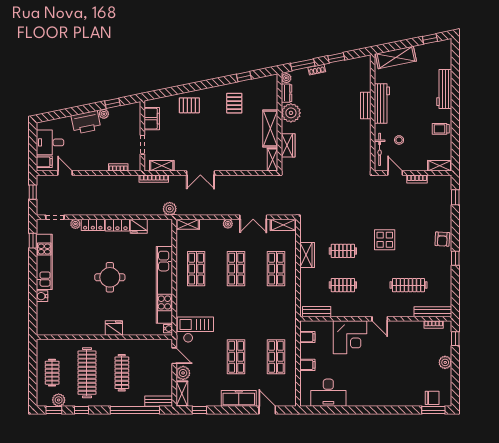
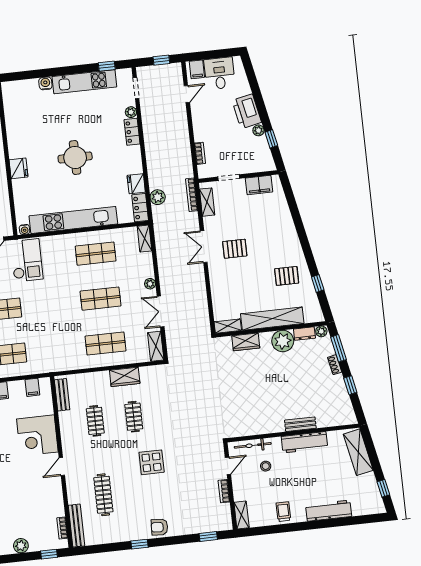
pallet: (189, 105) -> (235, 249), moved, turned 90
shelving: (270, 129) -> (272, 319), width x1.47
plant: (170, 209) -> (158, 197), moved
locker: (117, 225) -> (140, 208), moved

